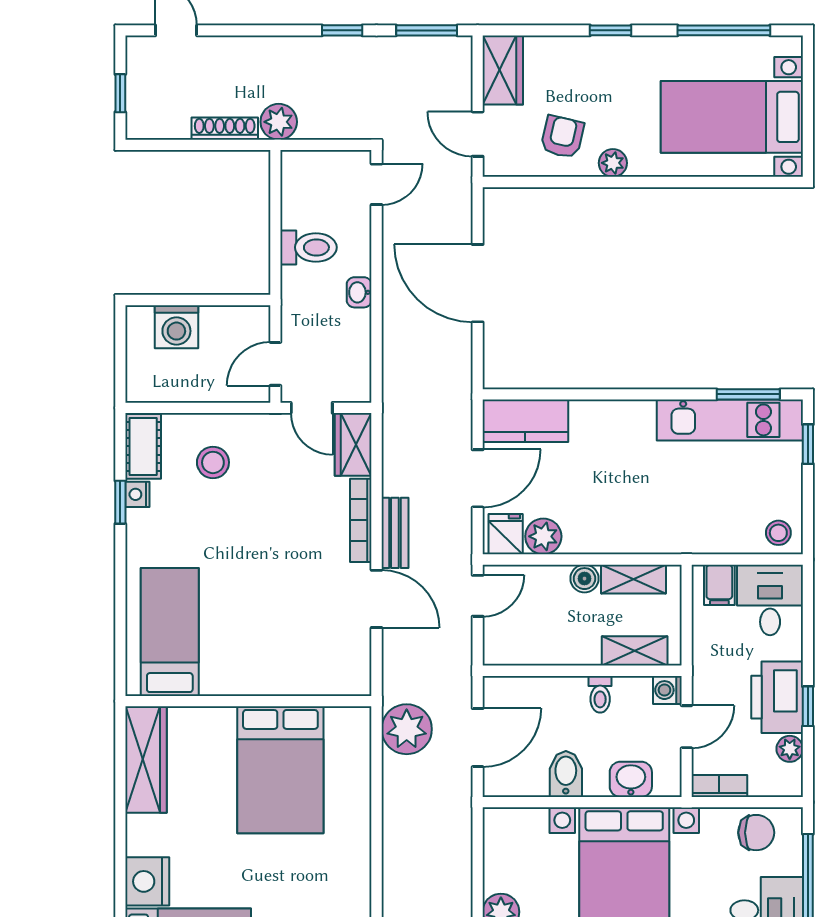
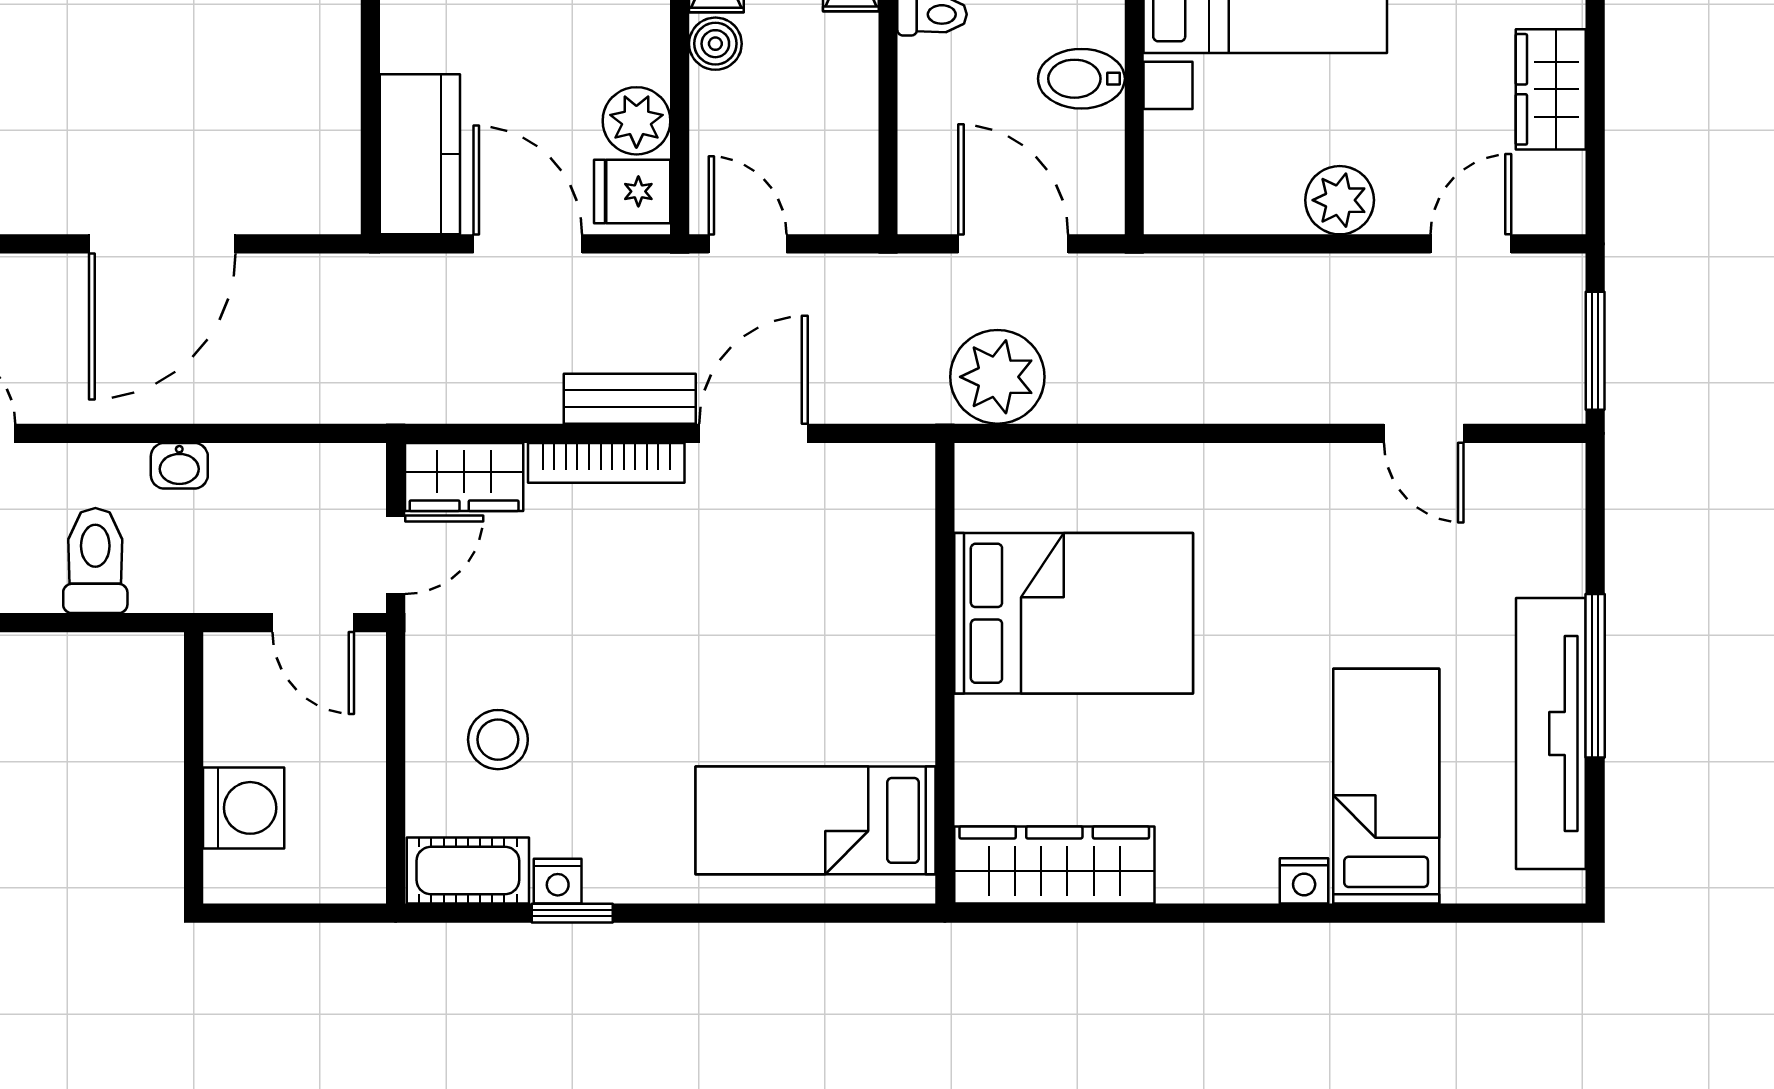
nightstand: (147, 881) -> (1304, 881), width x0.53, depth x0.56

